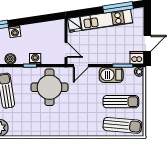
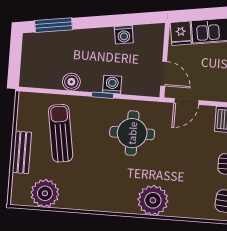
washing machine: (15, 32) -> (124, 35), moved
round table: (49, 87) -> (132, 133), width x0.73, depth x0.73
plant: (65, 127) -> (153, 200), added

